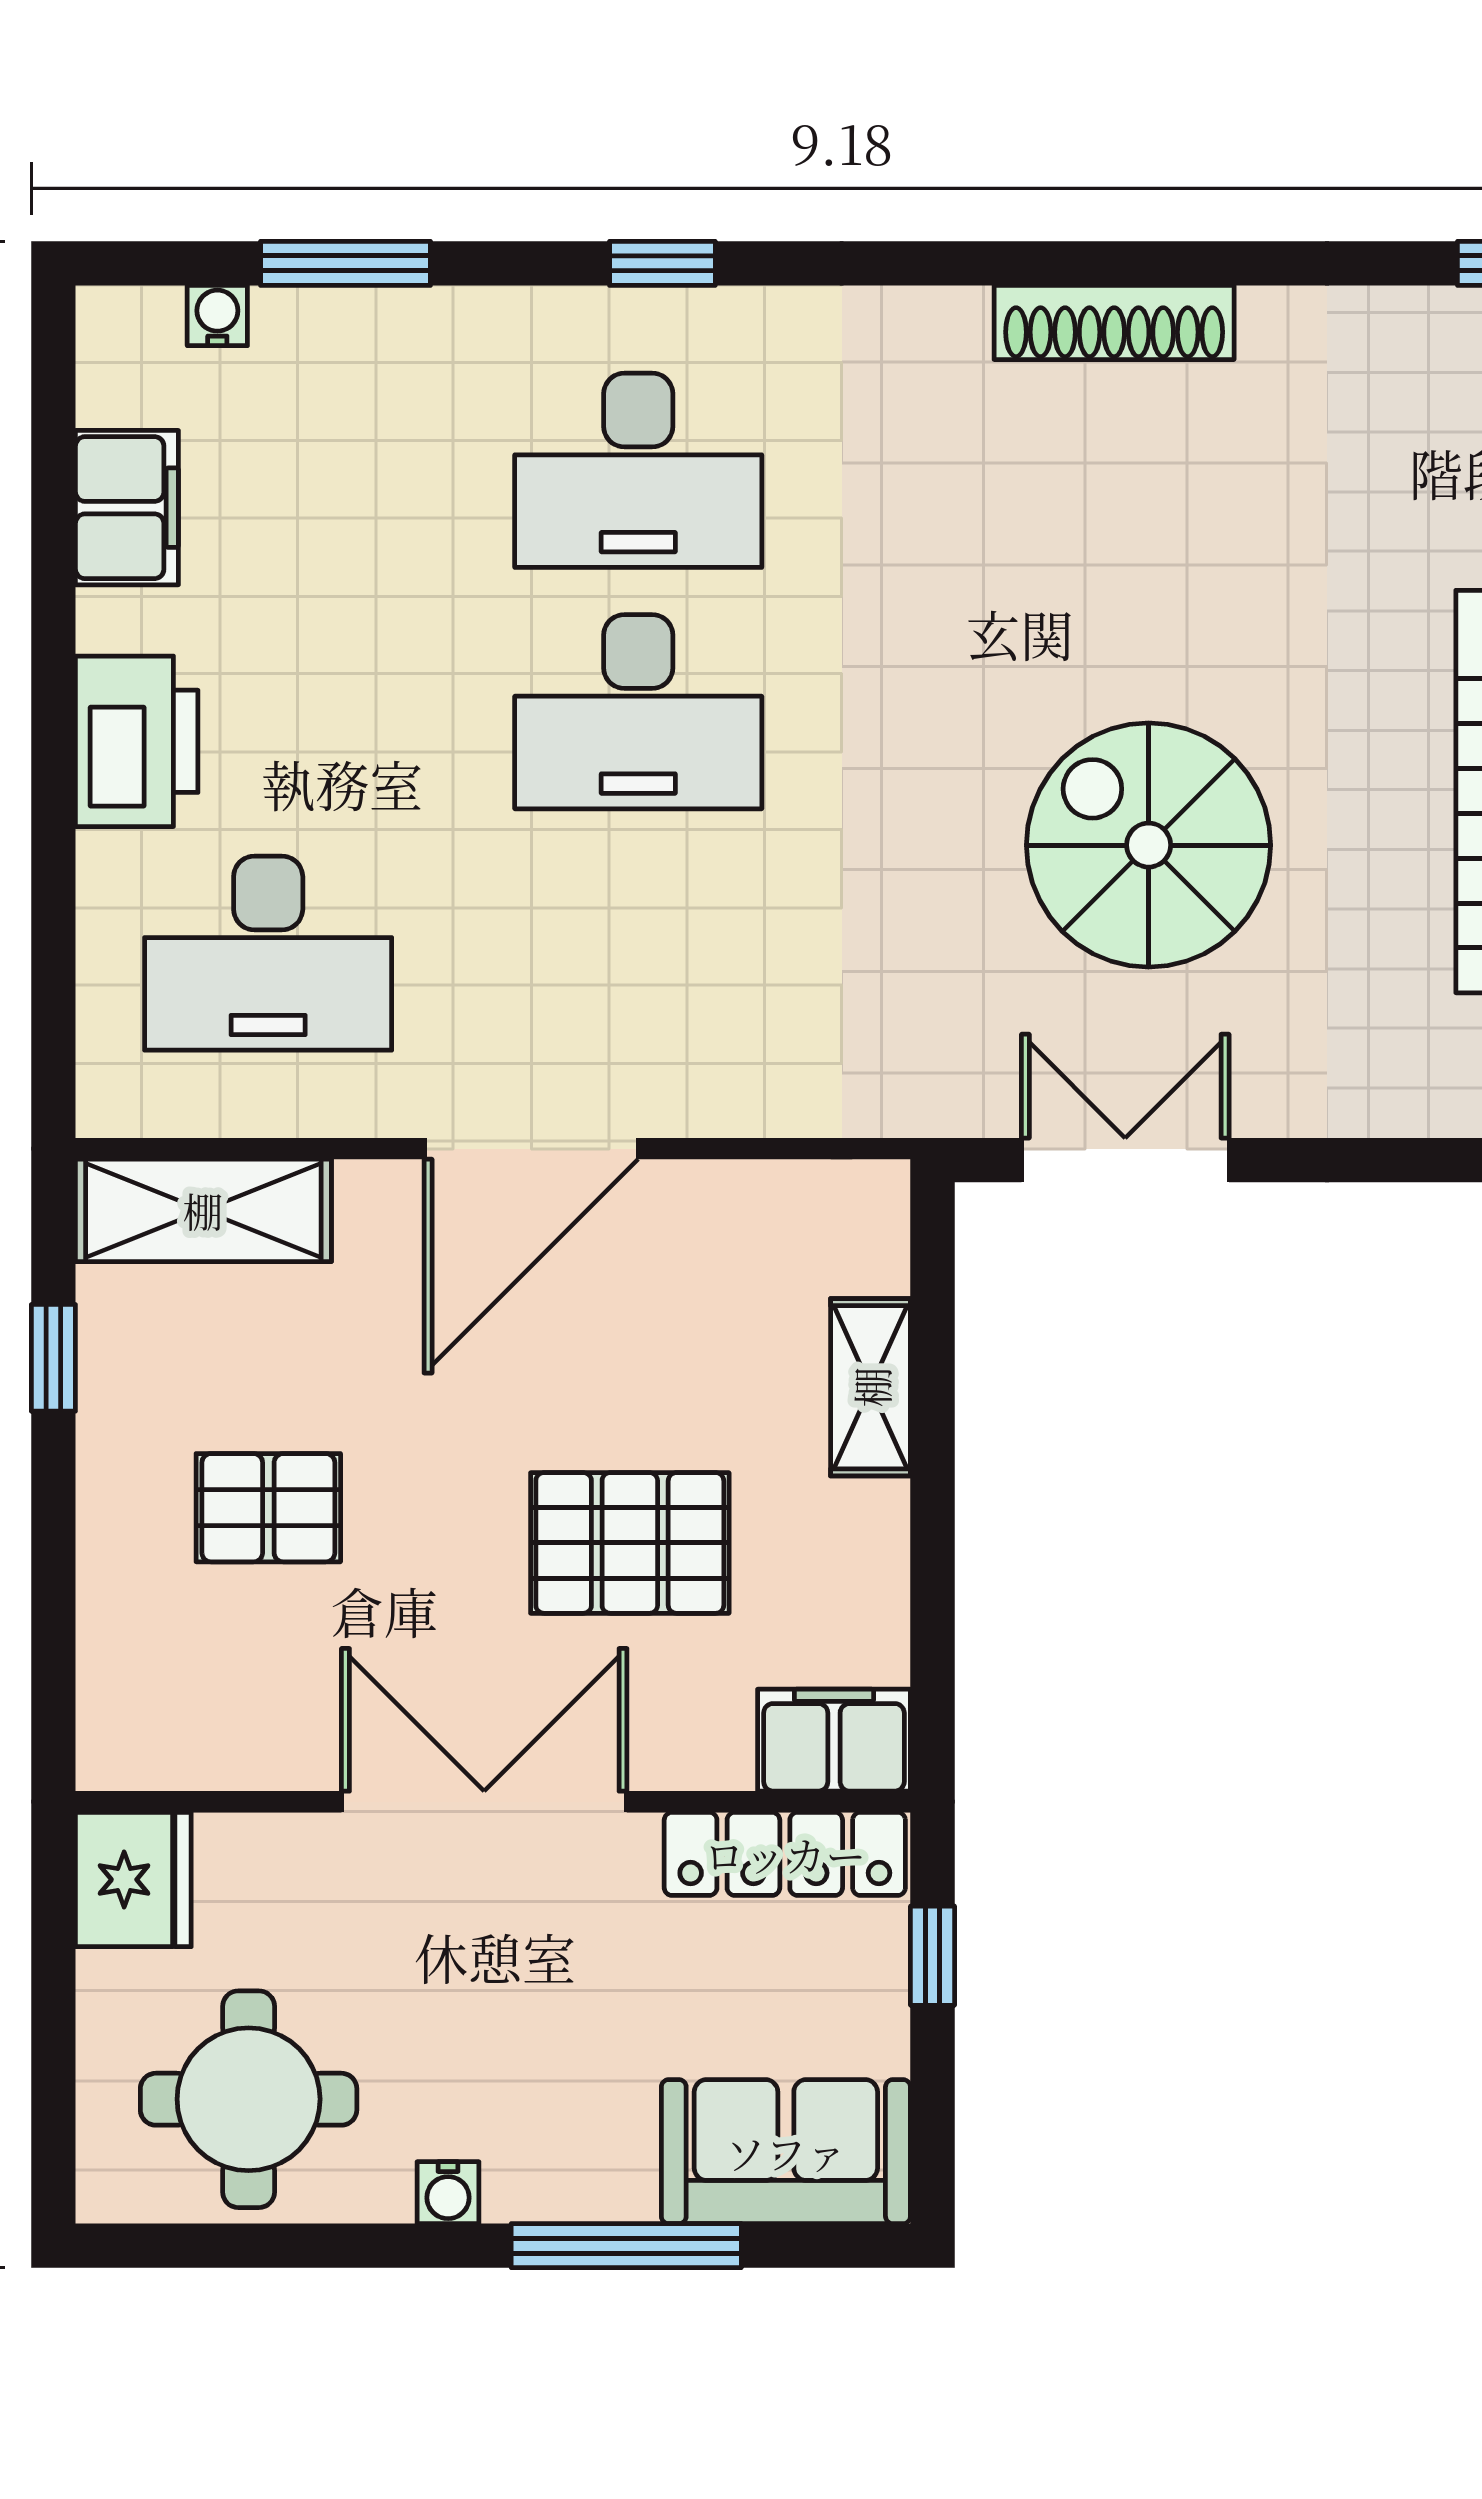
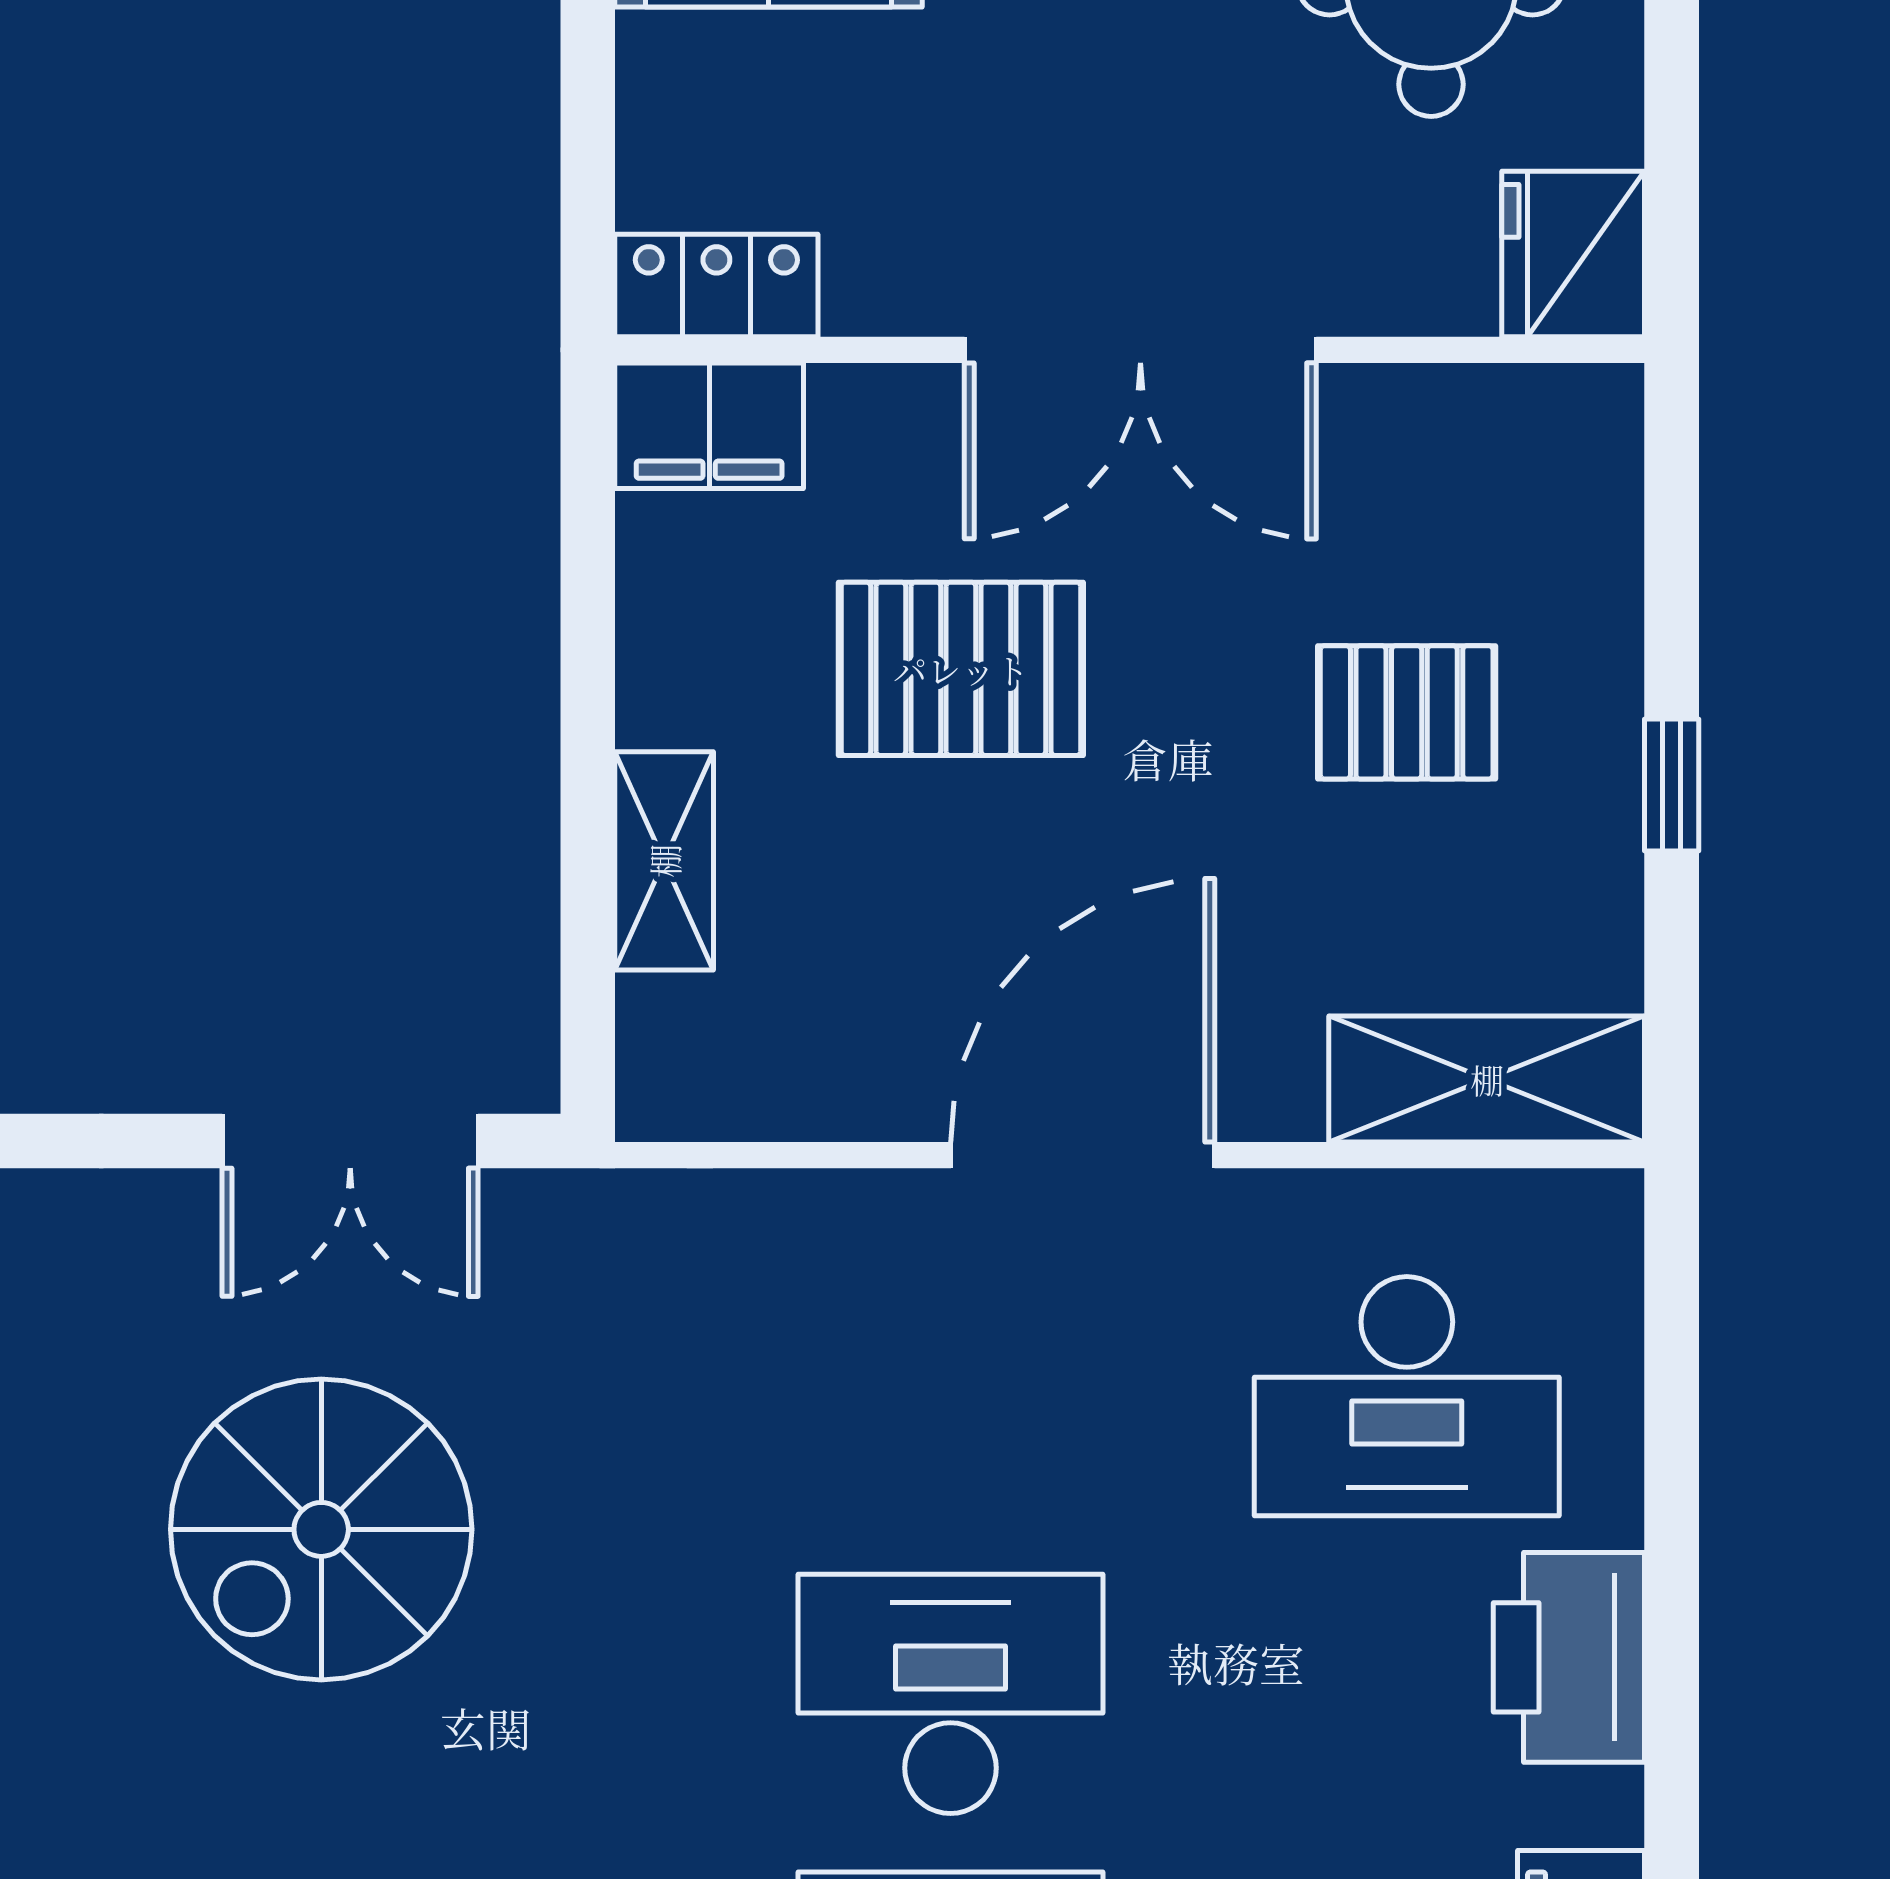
spiral stairs: (1149, 845) -> (321, 1529), turned 90
desk: (268, 953) -> (1407, 1396), turned 180
window: (53, 1358) -> (1672, 785), moved
locker: (785, 1854) -> (716, 286), width x0.66
window: (932, 1956) -> (588, 160), removed

